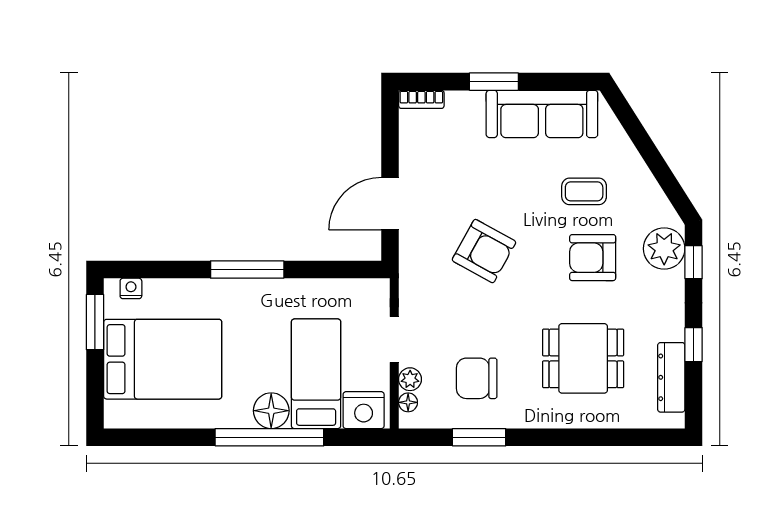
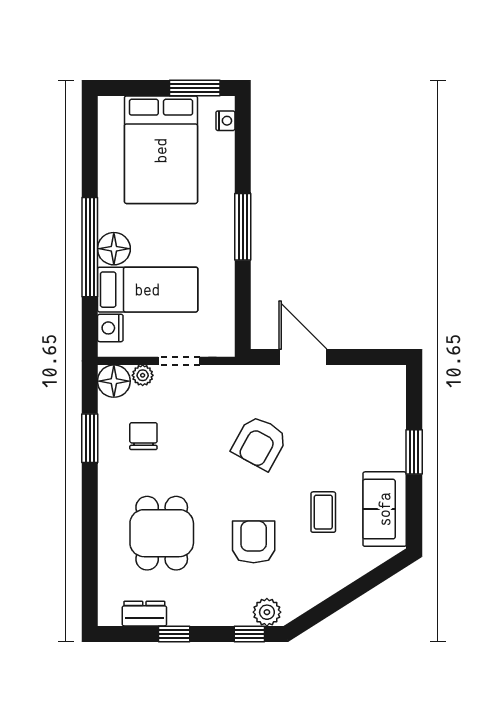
bookcase: (421, 99) -> (398, 386), removed
sofa: (542, 114) -> (385, 509), width x0.73
coffee table: (584, 191) -> (323, 512), moved
plant: (664, 249) -> (267, 612), width x0.73, depth x0.73
dresser: (671, 377) -> (144, 614), width x0.70
chair: (477, 378) -> (143, 436), width x0.73, depth x0.73
floor lamp: (408, 402) -> (114, 381), width x1.89, depth x1.89
nightstand: (364, 410) -> (110, 328), width x0.74, depth x0.75

